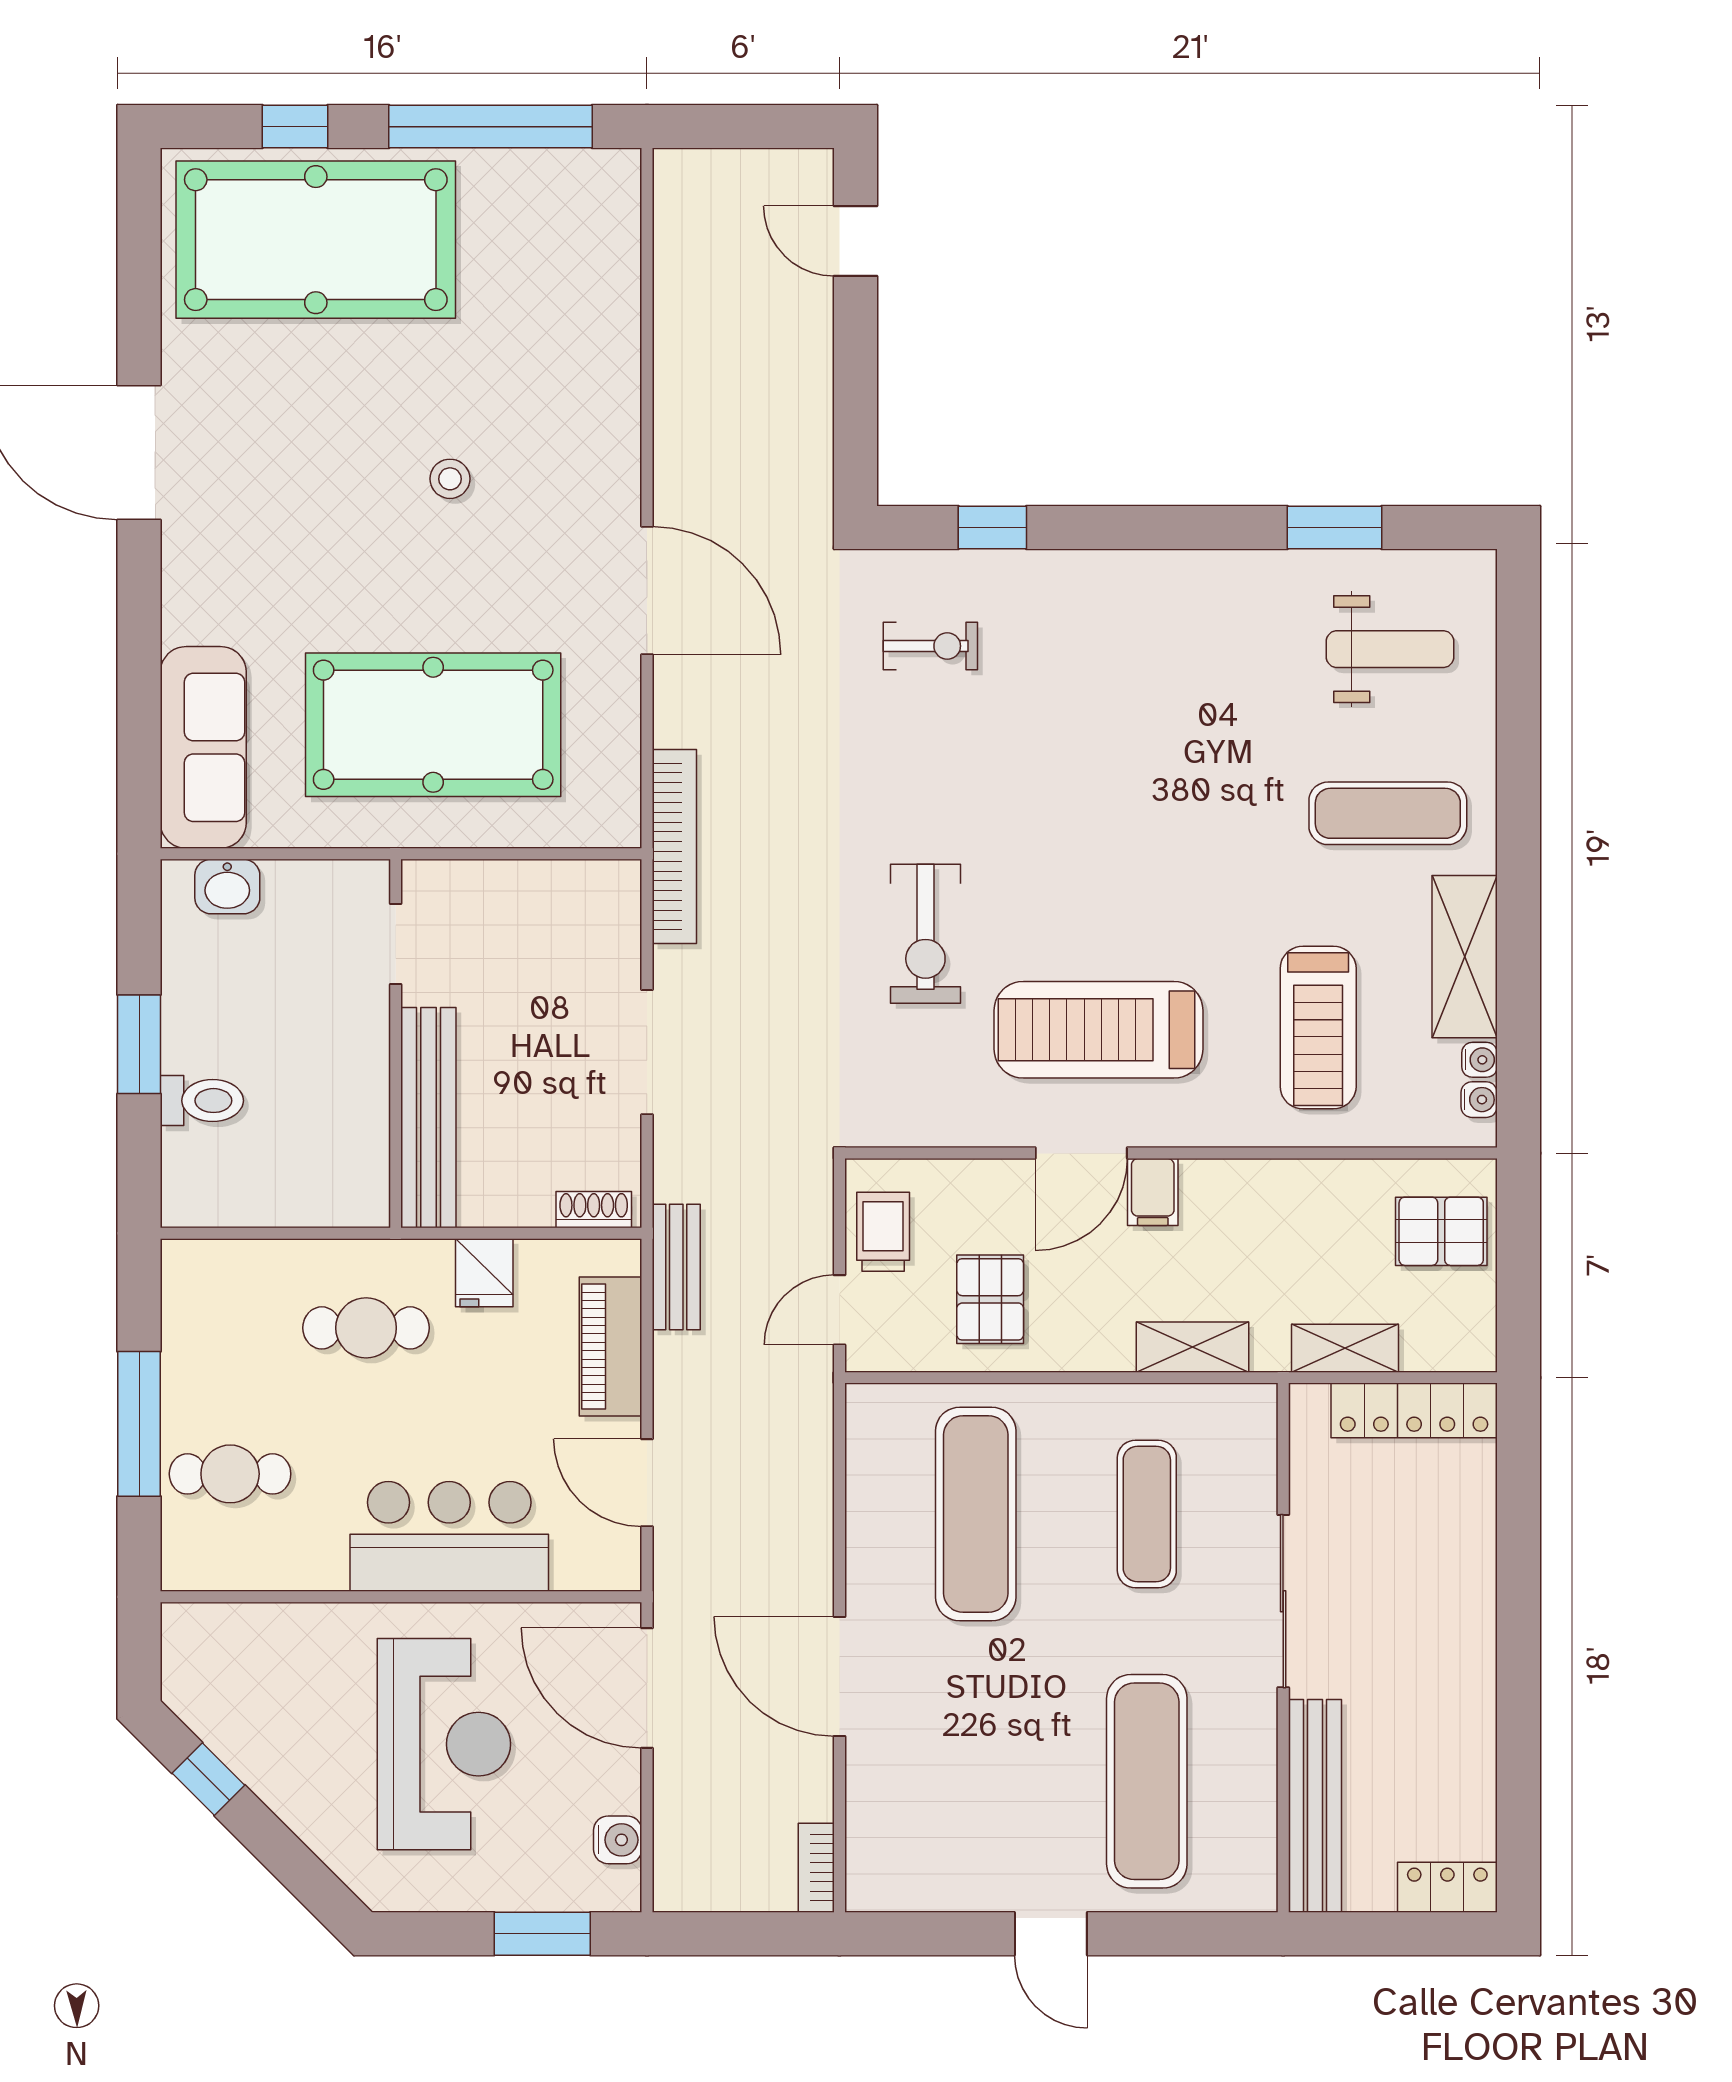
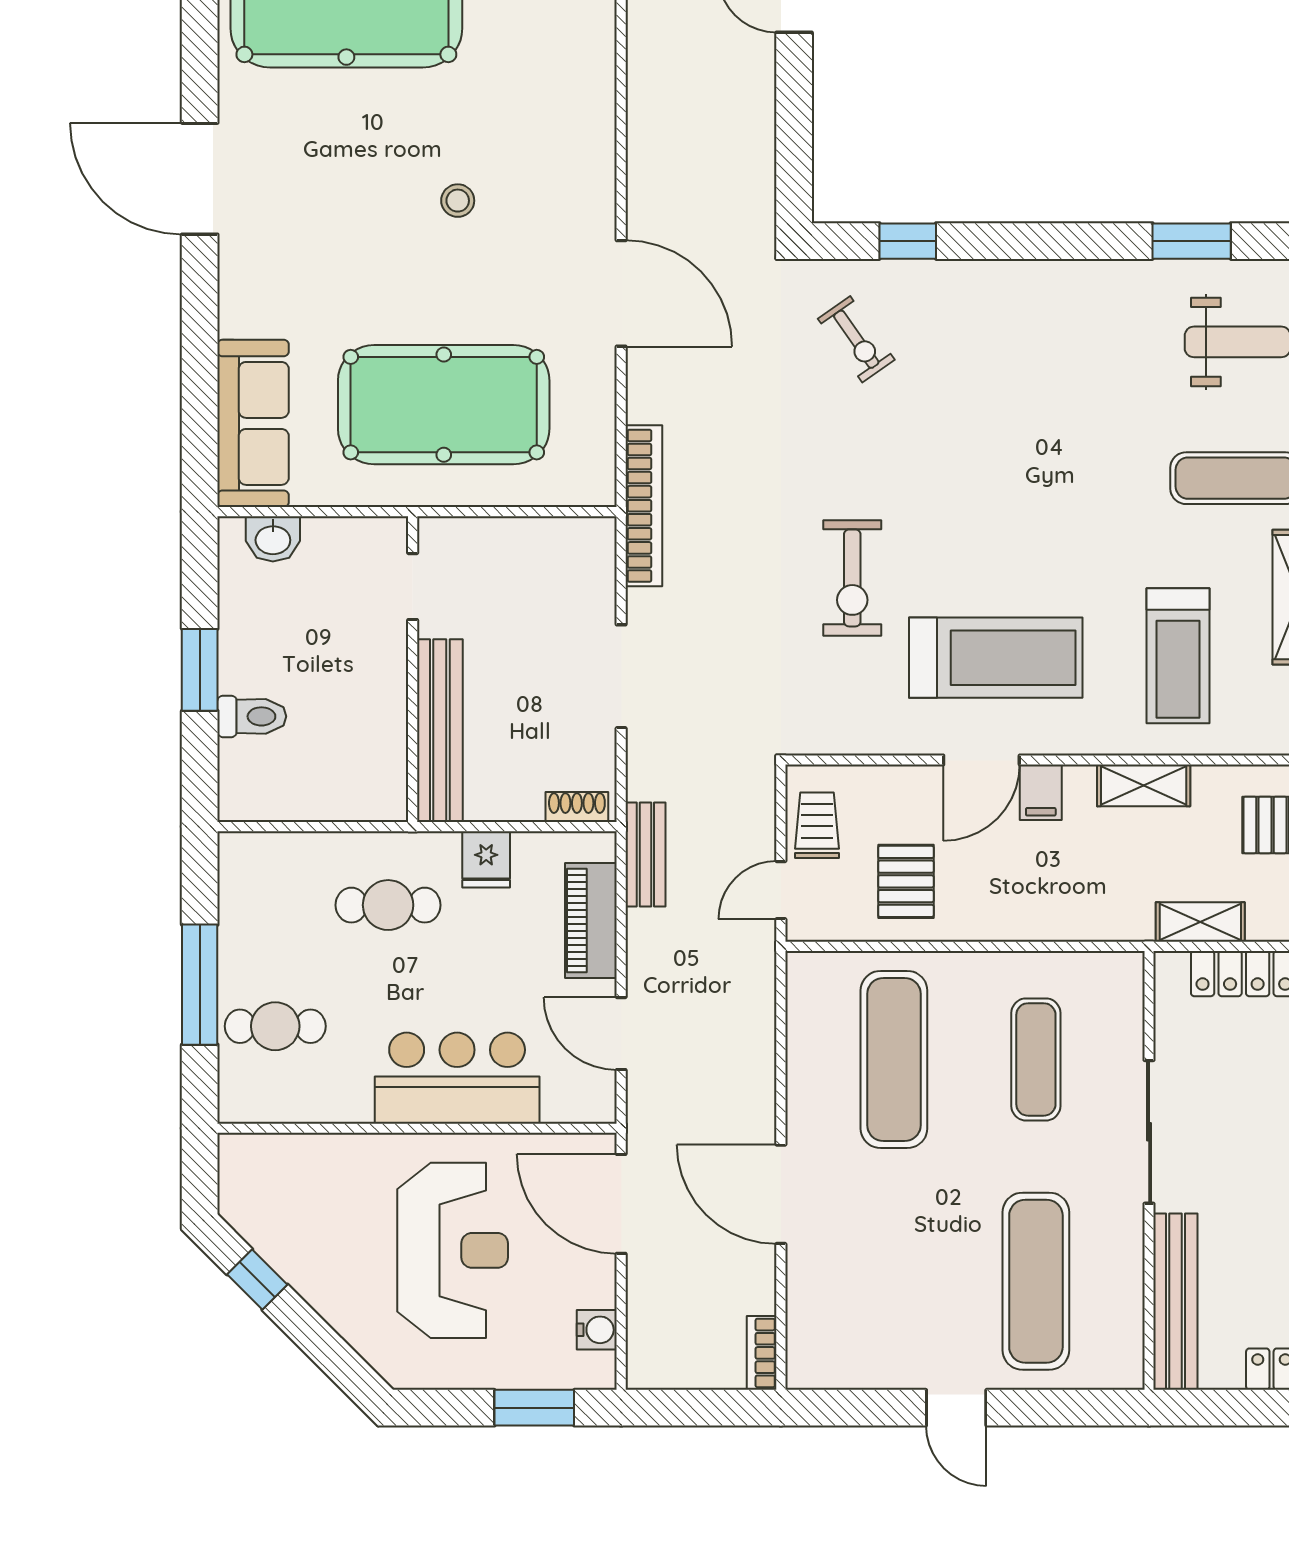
exercise bike: (930, 646) -> (856, 339), turned 55
treadmill: (1099, 1030) -> (996, 658), turned 180
shelving: (1193, 1347) -> (1144, 785), moved

